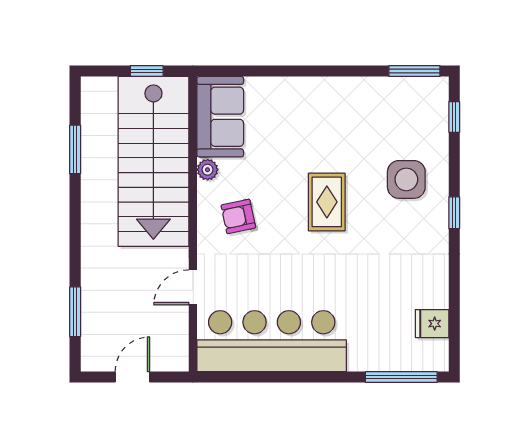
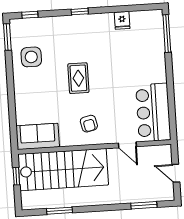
plant: (208, 170) -> (66, 141), removed
side table: (406, 179) -> (31, 57), moved
rug: (327, 202) -> (78, 78), turned 90
fridge: (432, 324) -> (122, 20), moved
bar counter: (272, 341) -> (153, 112), width x0.73

